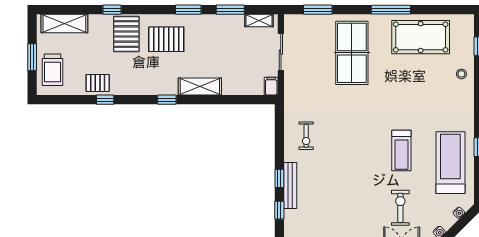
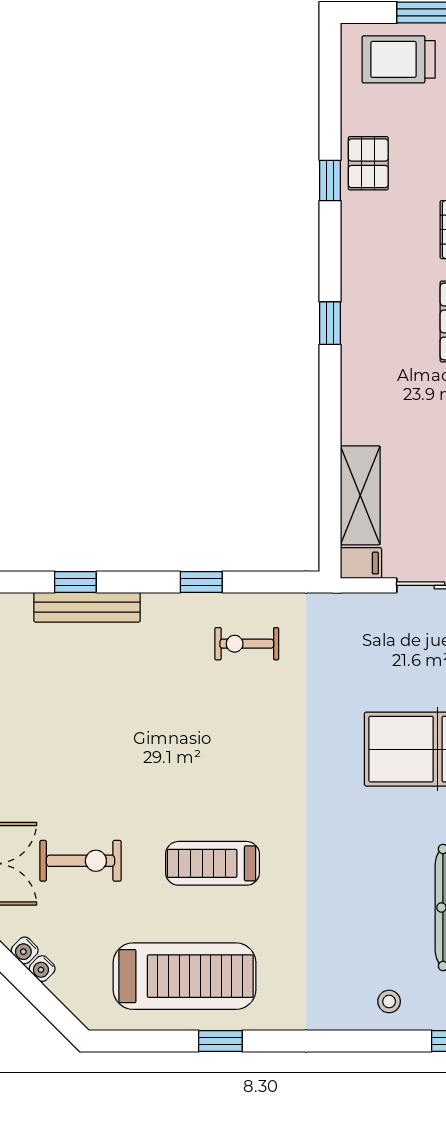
shelving: (200, 86) -> (360, 495), moved
window: (279, 178) -> (201, 582), moved
bench: (290, 186) -> (87, 607), moved
water cooler: (459, 213) -> (42, 969), moved

